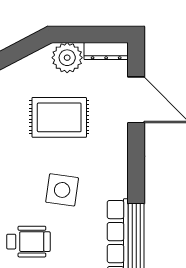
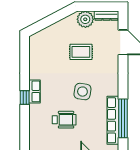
rug: (59, 117) -> (81, 52), width x0.73, depth x0.70

